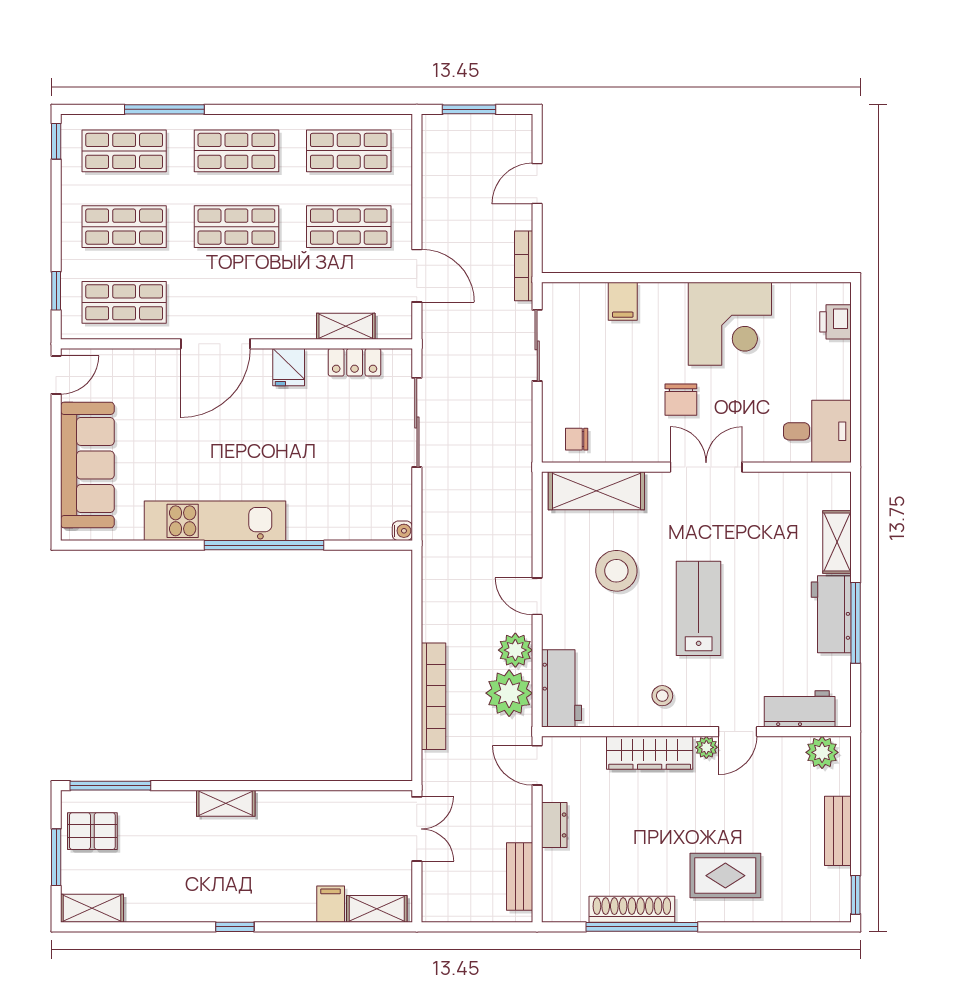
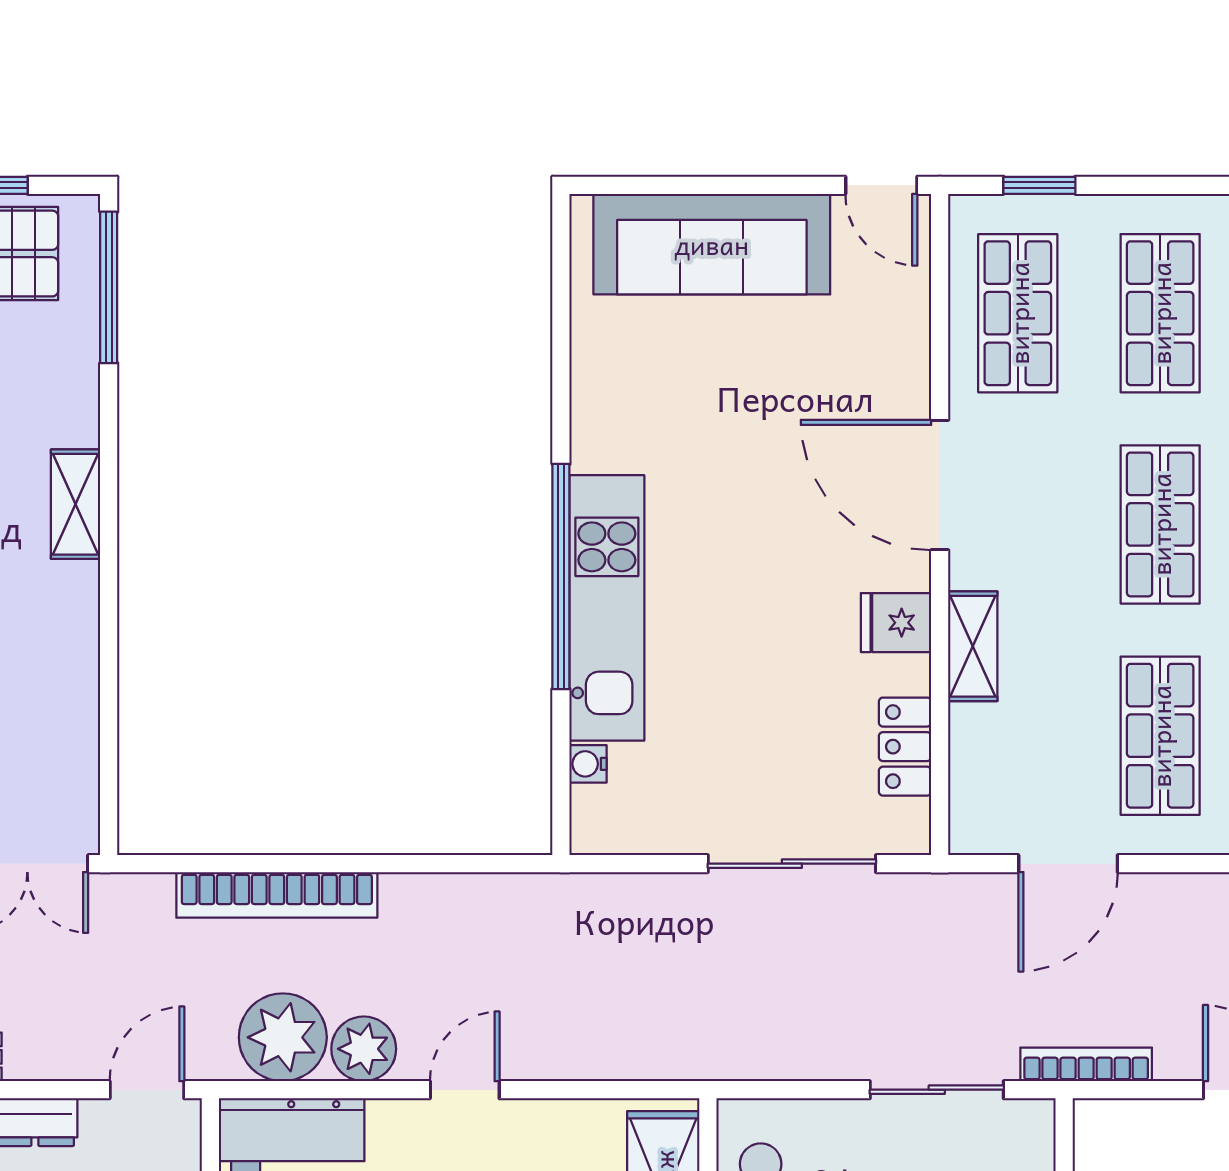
shelving: (346, 326) -> (973, 646), moved
kitchen unit: (215, 521) -> (607, 608), moved
water cooler: (402, 531) -> (588, 764), moved, turned 90

